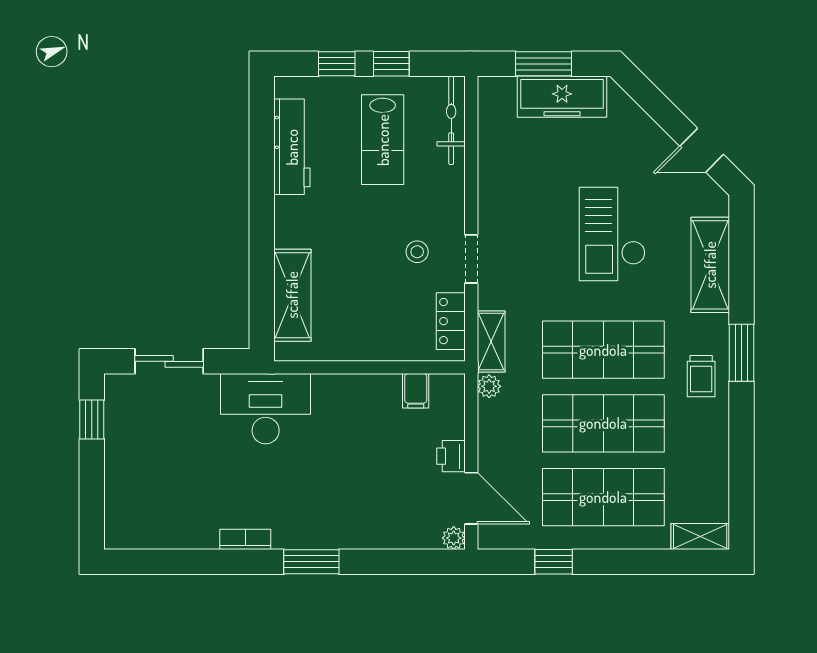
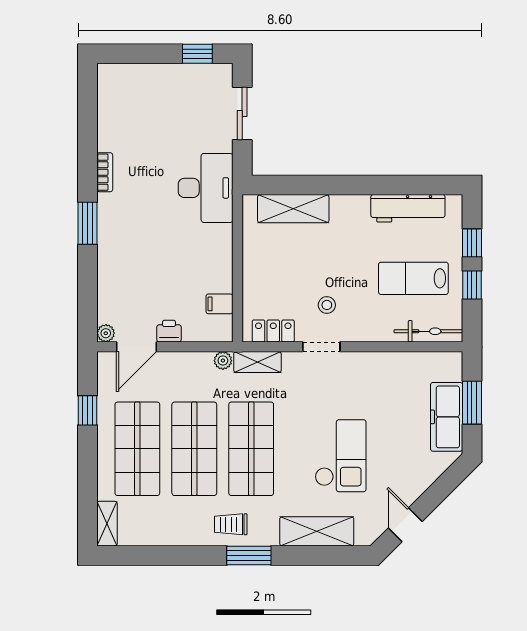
checkout: (612, 234) -> (341, 456), turned 90

